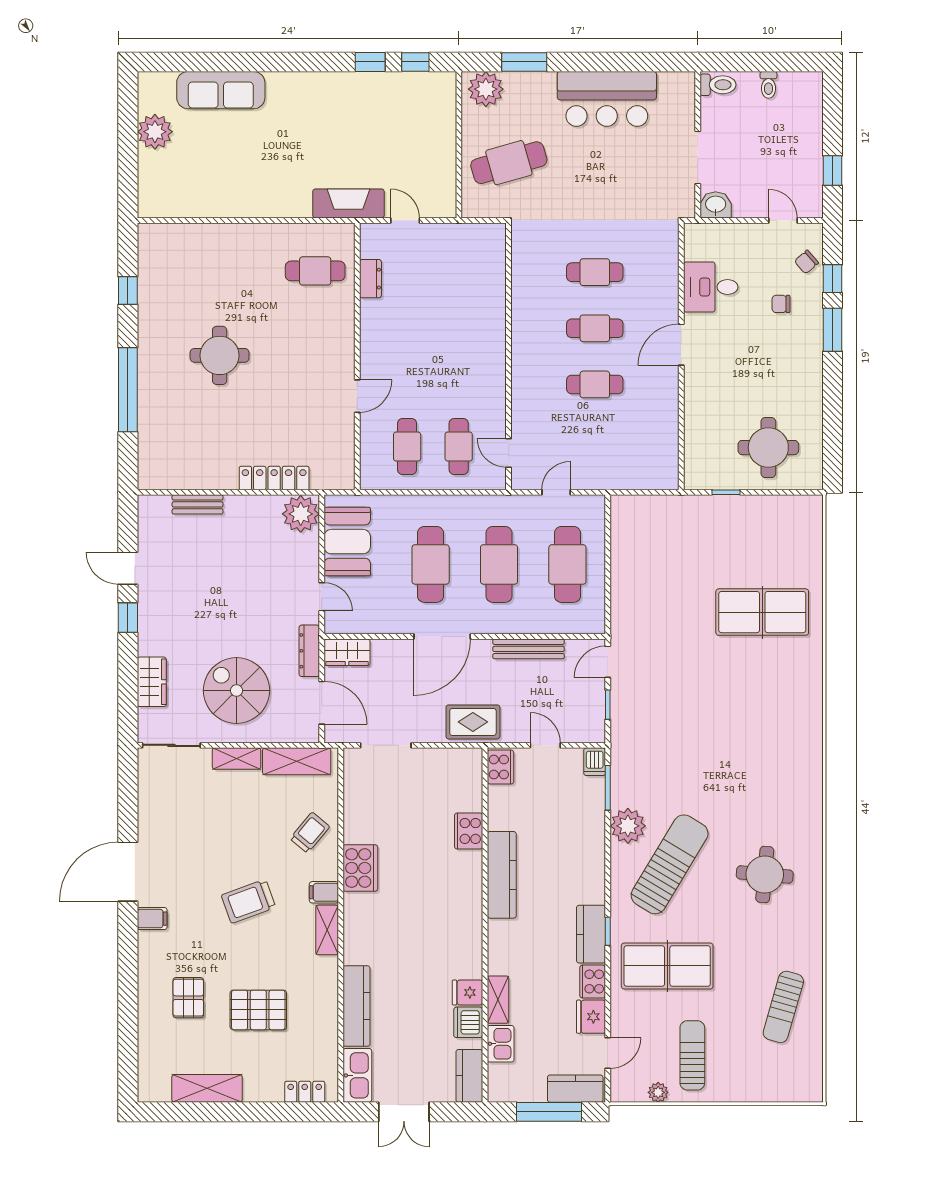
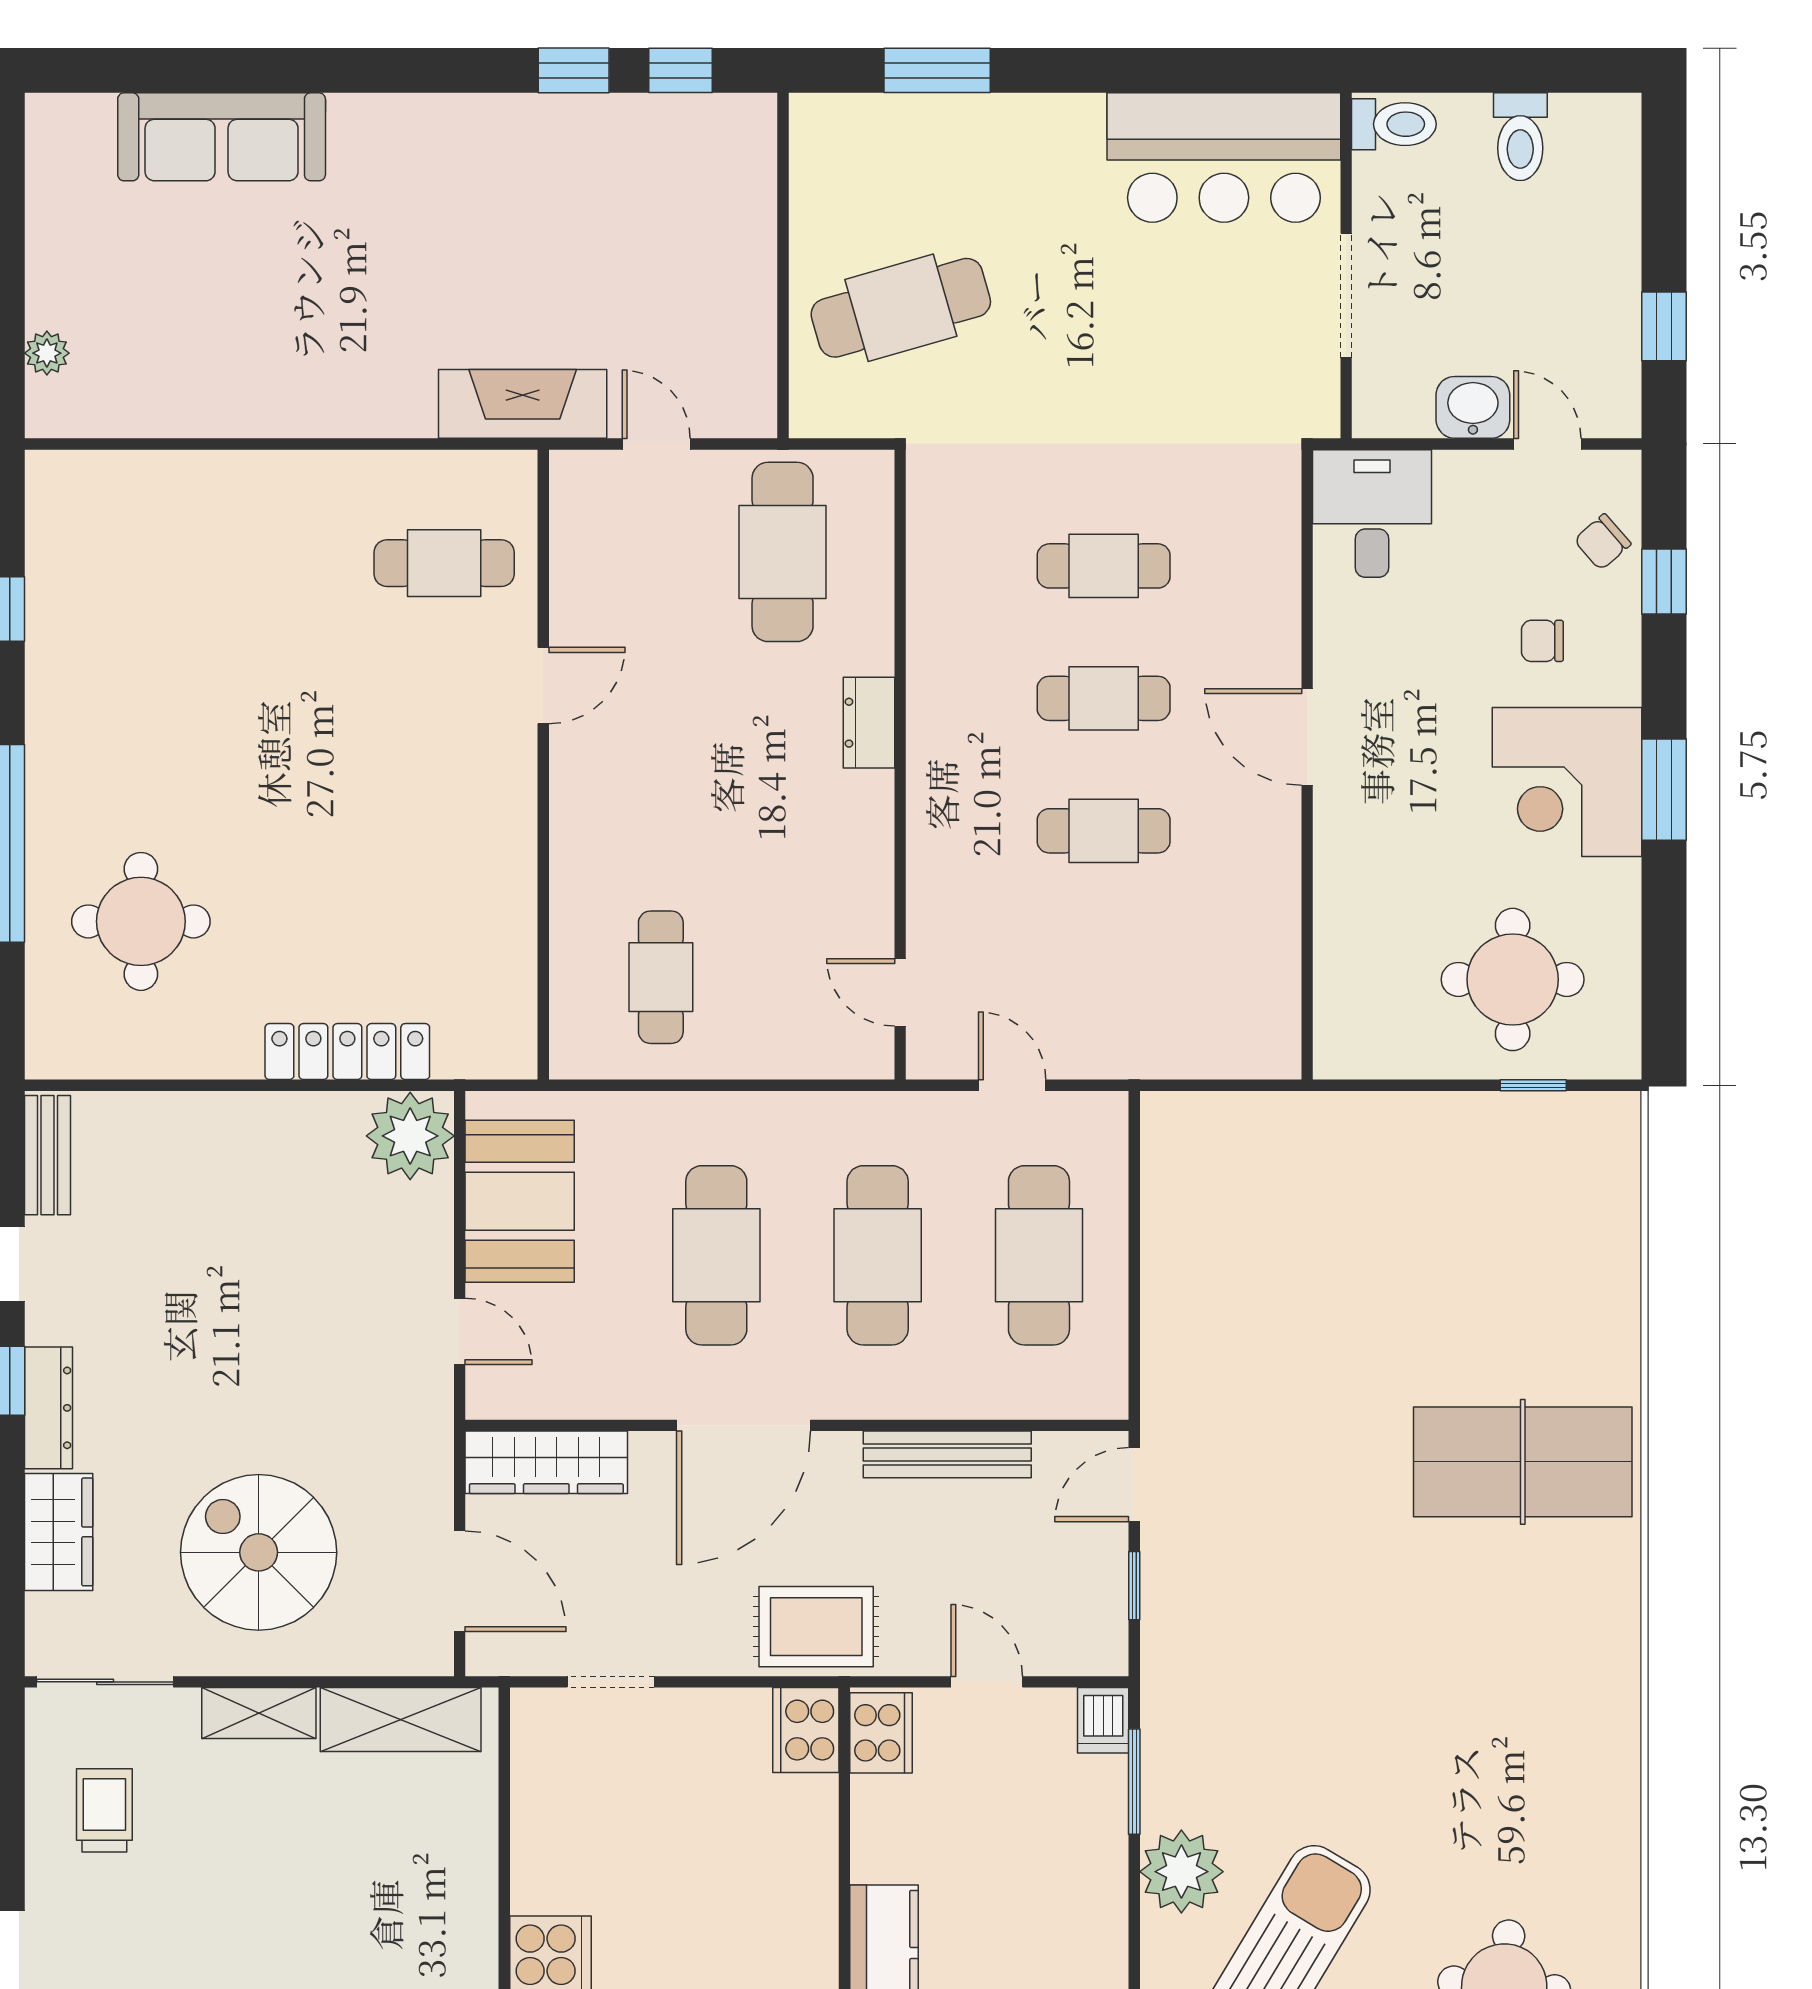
toilet: (768, 85) -> (1520, 137), width x1.37, depth x1.39
plant: (486, 89) -> (846, 134), removed
bar counter: (607, 99) -> (1224, 158), moved
plant: (155, 132) -> (47, 353), moved, width x0.53, depth x0.53
washbasin: (716, 205) -> (1473, 407), moved
dresser: (370, 279) -> (869, 723), moved, turned 180
desk: (711, 287) -> (1372, 514), moved, turned 90
window: (833, 330) -> (1664, 790), moved
door: (681, 345) -> (1307, 737), hinge flipped
round table: (220, 355) -> (141, 921), moved
corner desk: (791, 364) -> (1567, 782), added
door: (357, 396) -> (543, 685), moved
cafe table: (459, 447) -> (783, 552), moved, width x1.37, depth x1.35
door: (556, 492) -> (1012, 1085), hinge flipped
window: (726, 492) -> (1533, 1085), moved
bench: (198, 504) -> (48, 1155), moved, turned 90
table tennis table: (762, 612) -> (1523, 1462), moved
dresser: (309, 651) -> (49, 1408), moved, turned 180
wardrobe: (347, 652) -> (546, 1462), width x1.50
doorway: (386, 745) -> (611, 1682), width x0.73
cooker: (469, 831) -> (806, 1730), moved
trolley: (310, 833) -> (104, 1810), moved, turned -40

